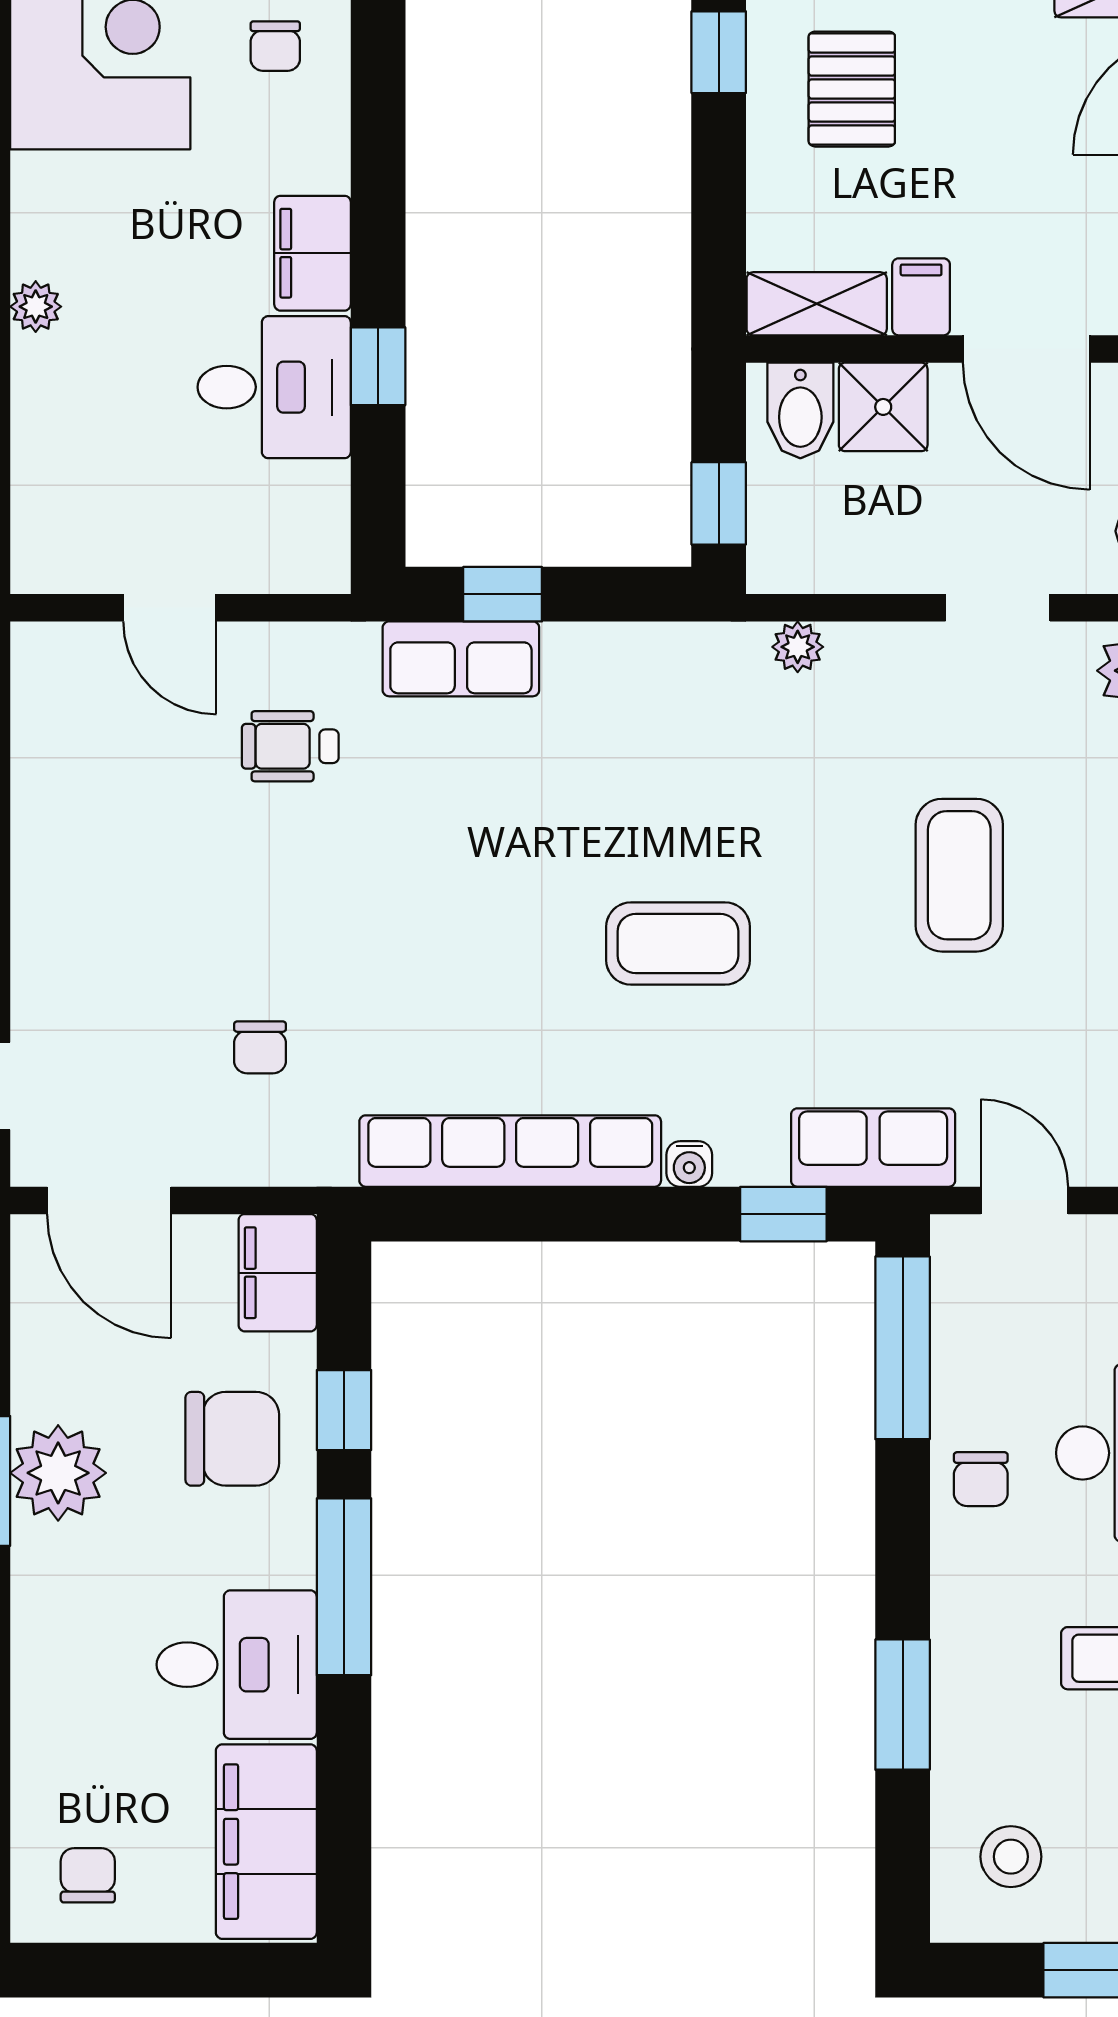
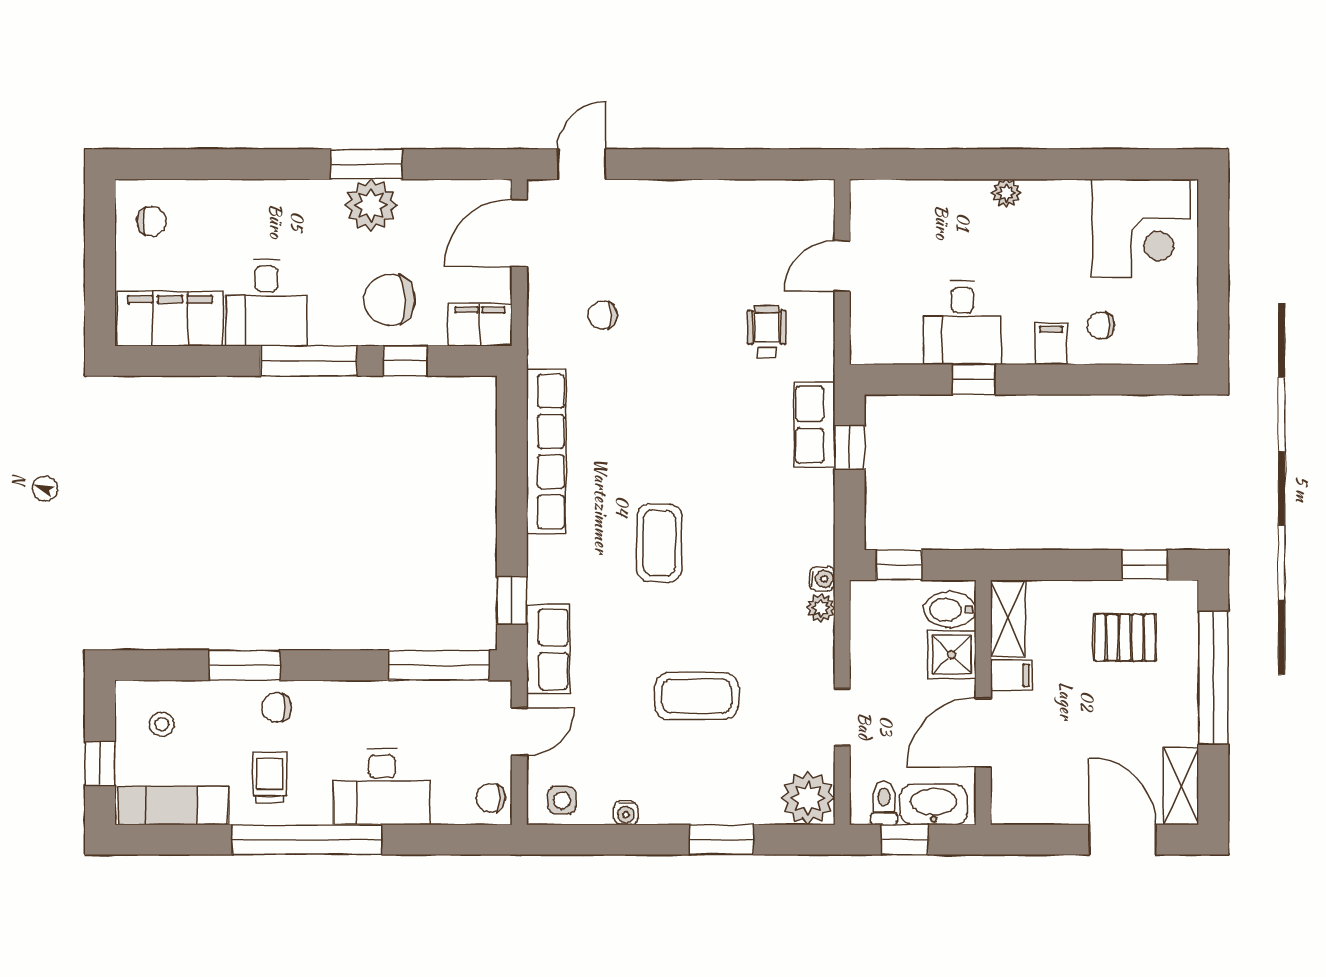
chair: (275, 46) -> (1101, 325), moved
filing cabinet: (313, 253) -> (1051, 344), width x0.50
water cooler: (689, 1164) -> (822, 579), moved, turned 180
chair: (232, 1439) -> (389, 300), turned 90
chair: (981, 1479) -> (276, 707), moved
stool: (1011, 1857) -> (162, 724), width x0.73, depth x0.73

